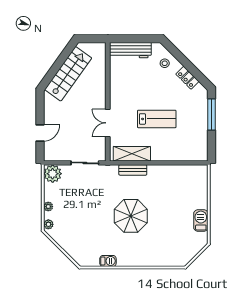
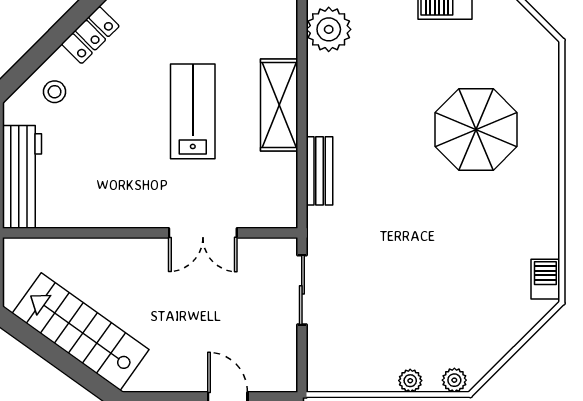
shelving: (132, 154) -> (279, 105), moved
plant: (53, 174) -> (329, 29), moved
parasol: (131, 216) -> (476, 130), moved
barbecue: (108, 261) -> (545, 279), moved

